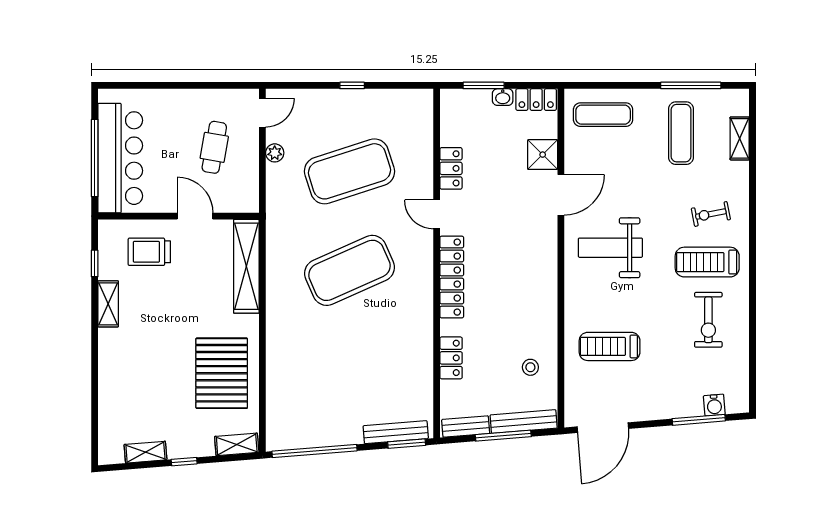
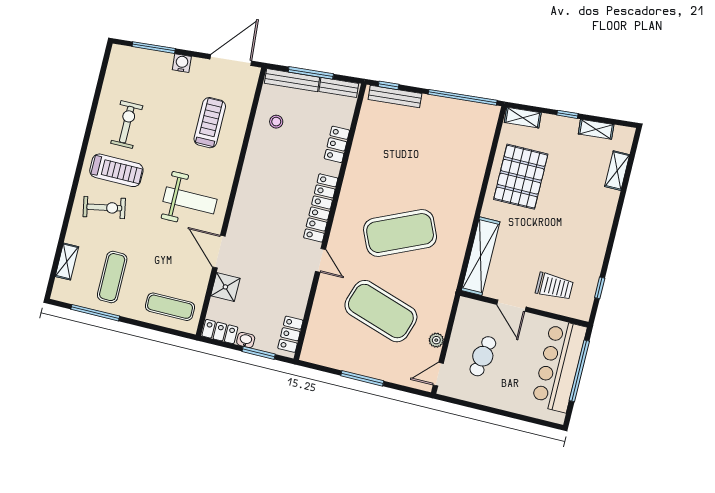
window: (352, 85) -> (362, 378), width x2.17
locker: (451, 168) -> (290, 334), moved
exercise mat: (349, 171) -> (381, 311), turned 36
door: (561, 195) -> (219, 252), hinge flipped
exercise bike: (711, 214) -> (104, 208), width x1.38, depth x1.39
shelving: (108, 304) -> (617, 171), moved
treadmill: (610, 346) -> (210, 123), turned -90
water cooler: (714, 405) -> (182, 63), moved
window: (407, 444) -> (389, 85), width x0.67

